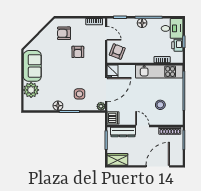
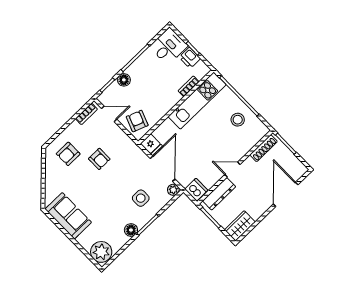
floor lamp: (142, 23) -> (124, 80), moved
plant: (31, 90) -> (101, 252), moved
stool: (160, 105) -> (238, 120), moved

